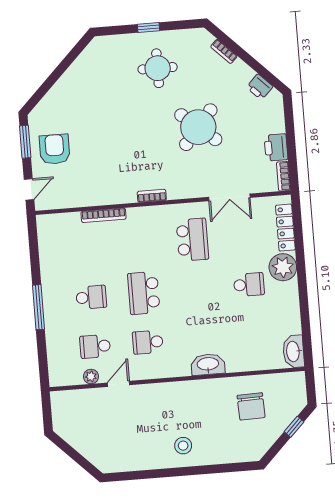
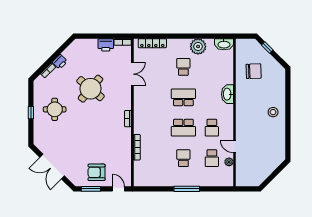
double door: (58, 72) -> (52, 167), added
printer: (260, 87) -> (60, 62), moved
school desk: (192, 240) -> (183, 97), moved
plant: (283, 267) -> (198, 46), moved

